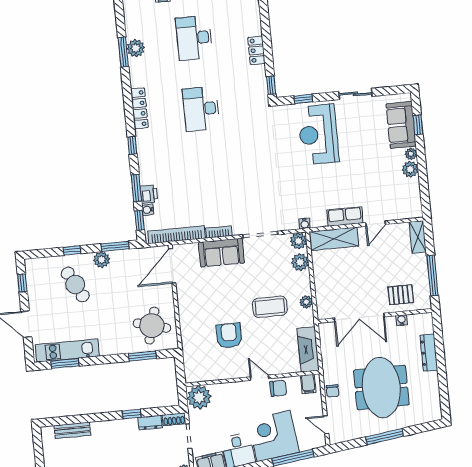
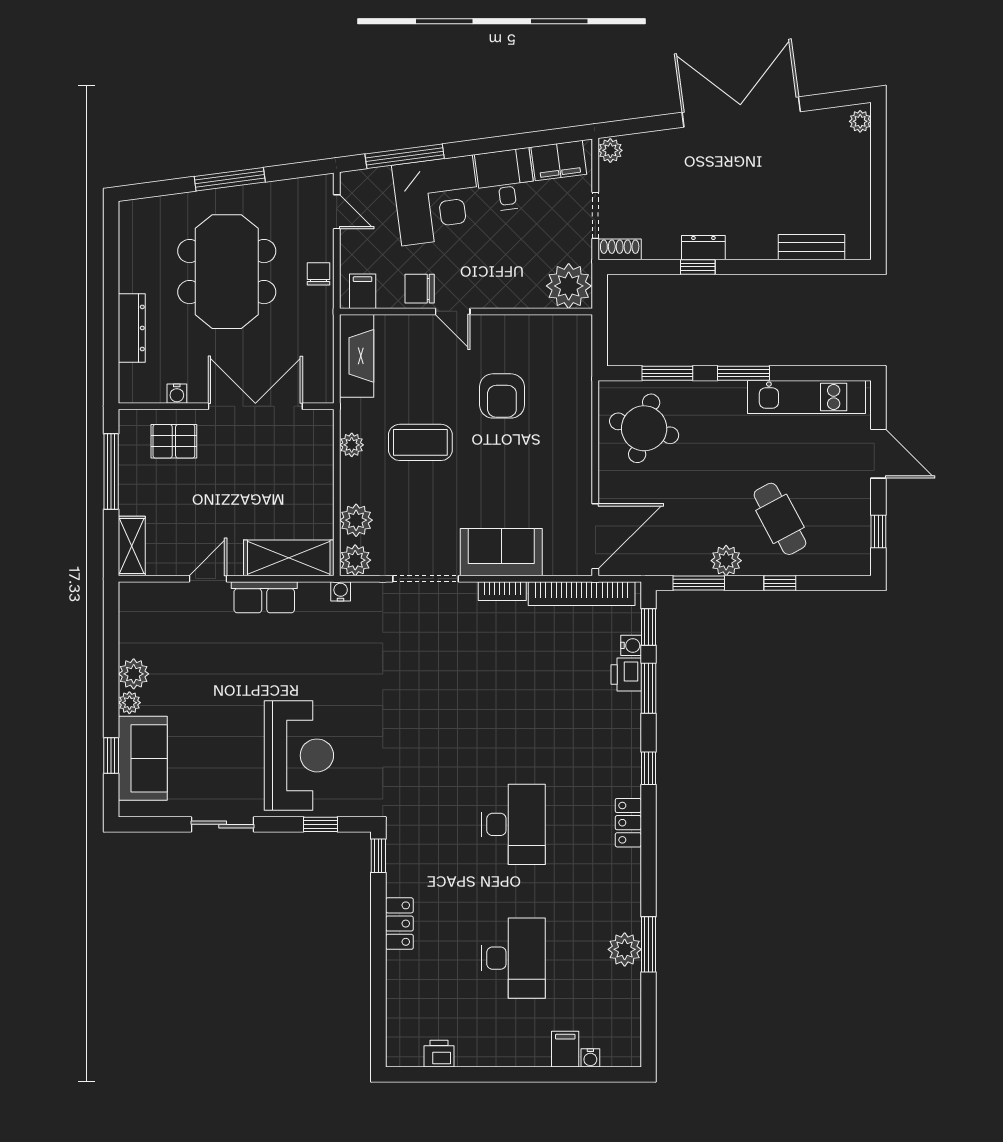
locker: (139, 108) -> (628, 823), width x0.66
window: (65, 363) -> (743, 373), moved
dresser: (150, 423) -> (703, 248), moved

